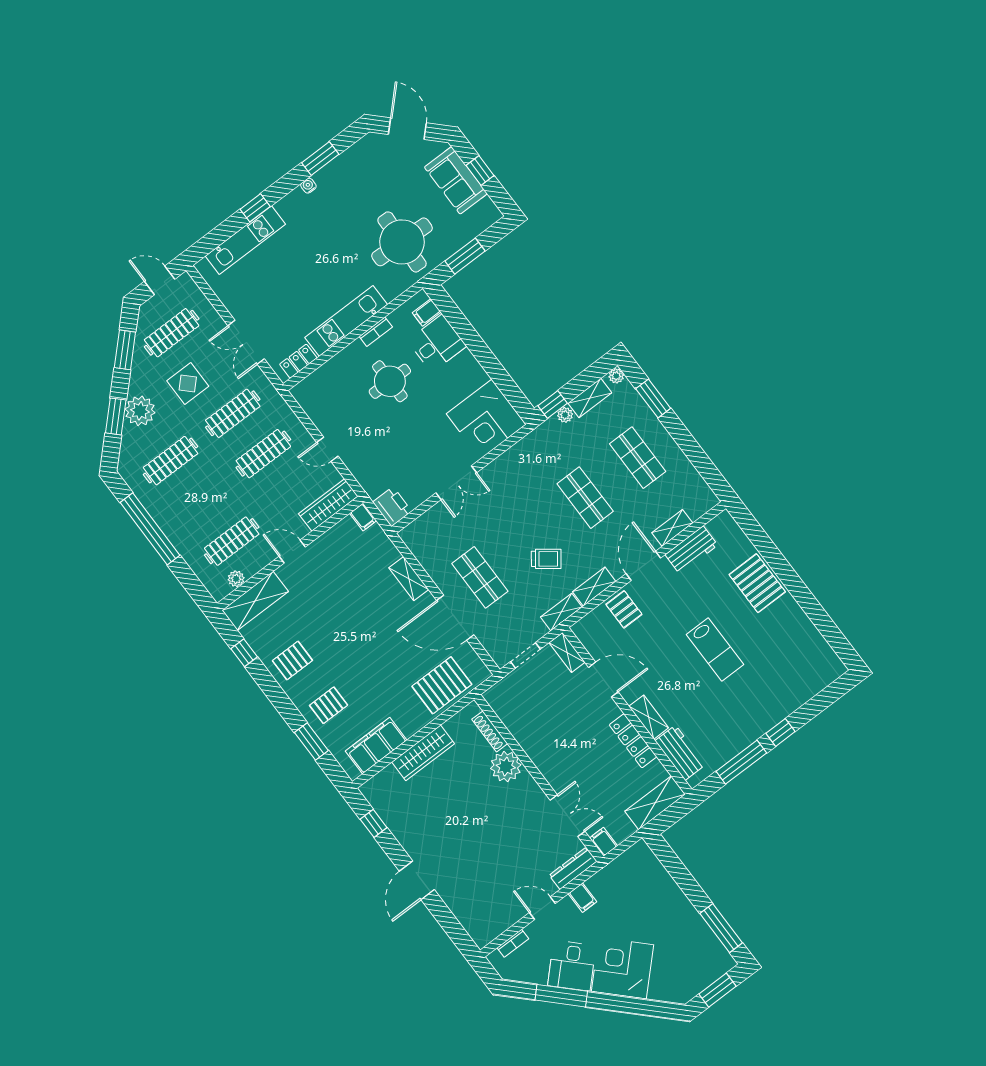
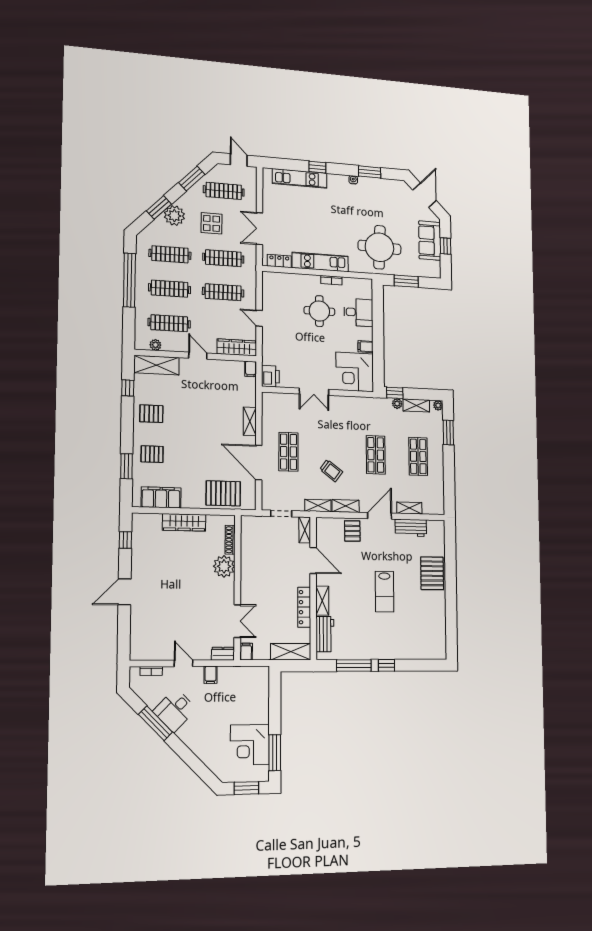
filing cabinet: (427, 313) -> (366, 347), moved
clothes rail: (201, 501) -> (170, 289), added
dresser: (573, 868) -> (223, 654), width x0.70
corner desk: (623, 968) -> (250, 745), moved, turned -135

